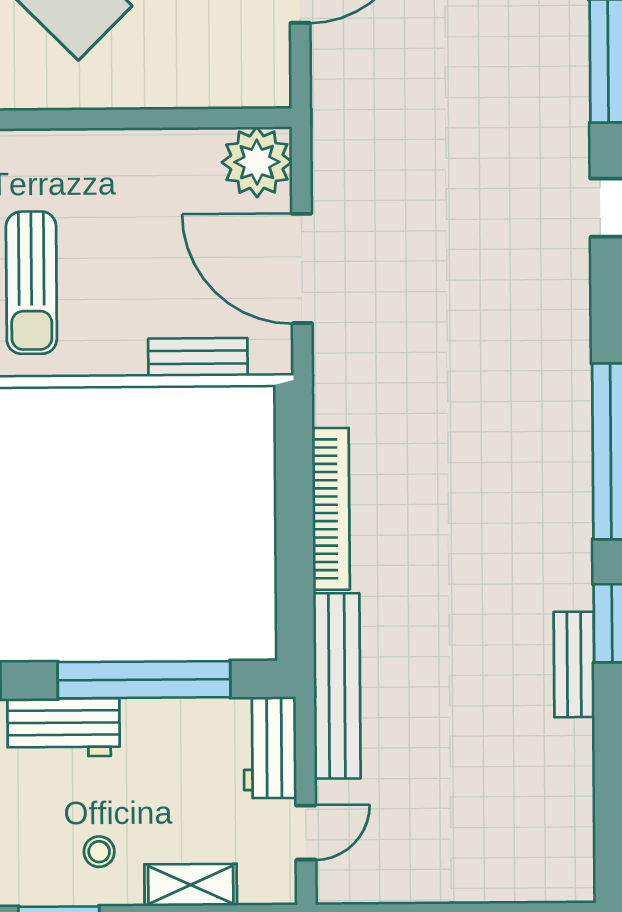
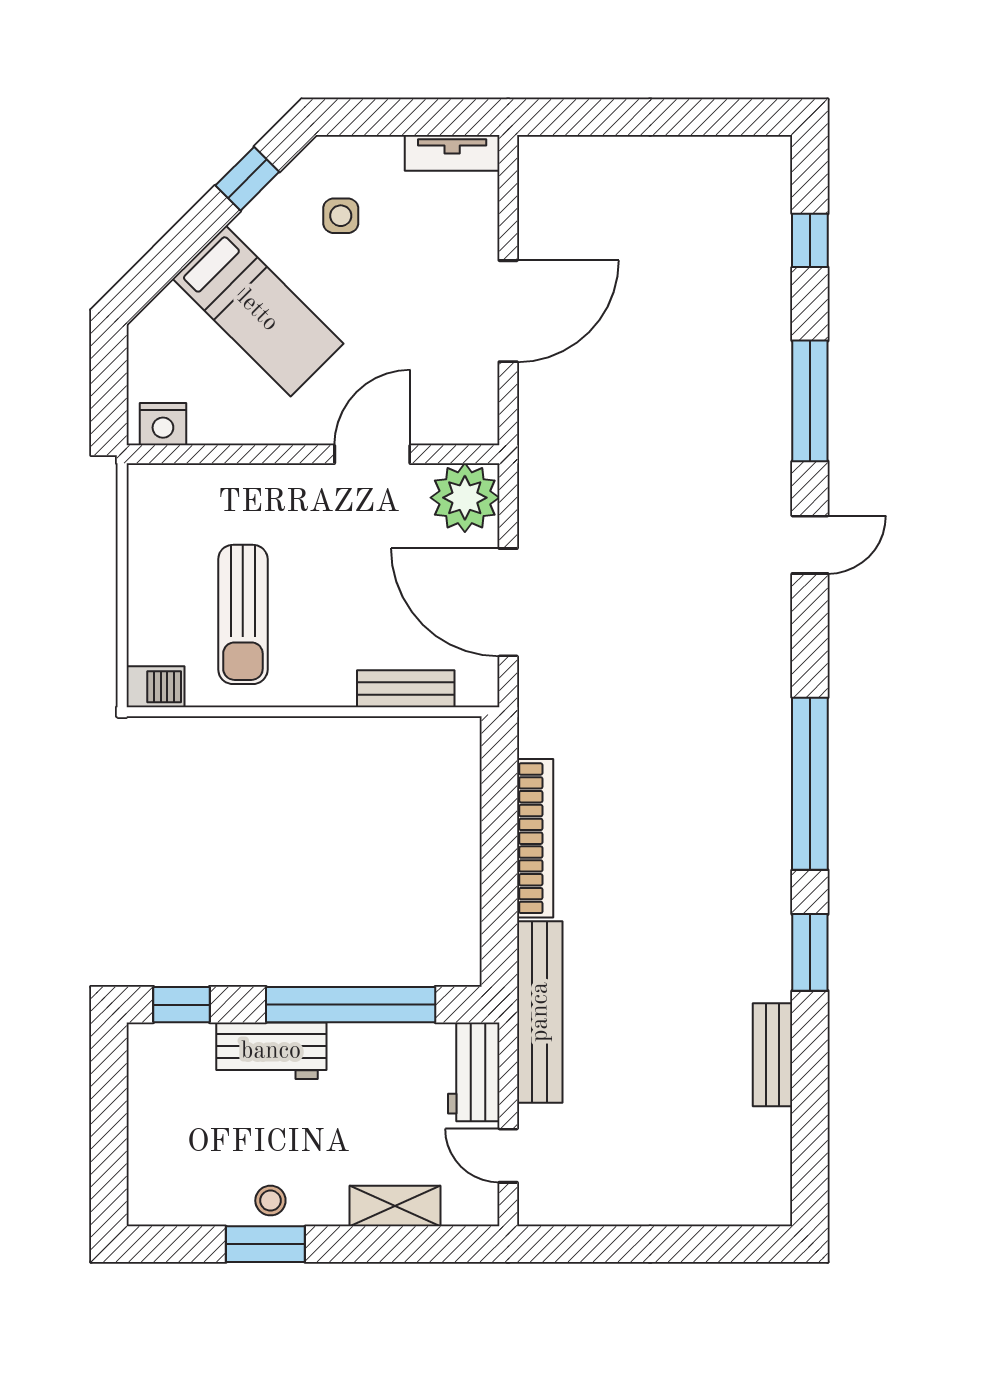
door: (162, 119) -> (372, 454), added
bench: (574, 664) -> (773, 1055), moved
door: (306, 833) -> (508, 1156), swing flipped
stool: (99, 852) -> (270, 1201), moved

